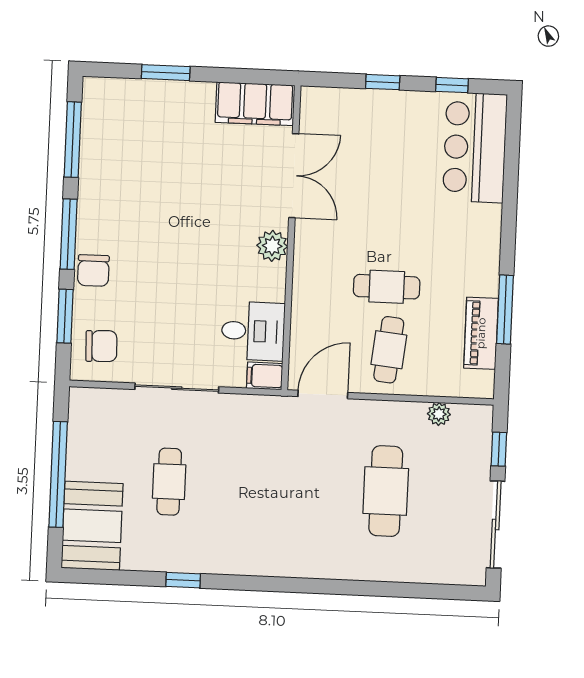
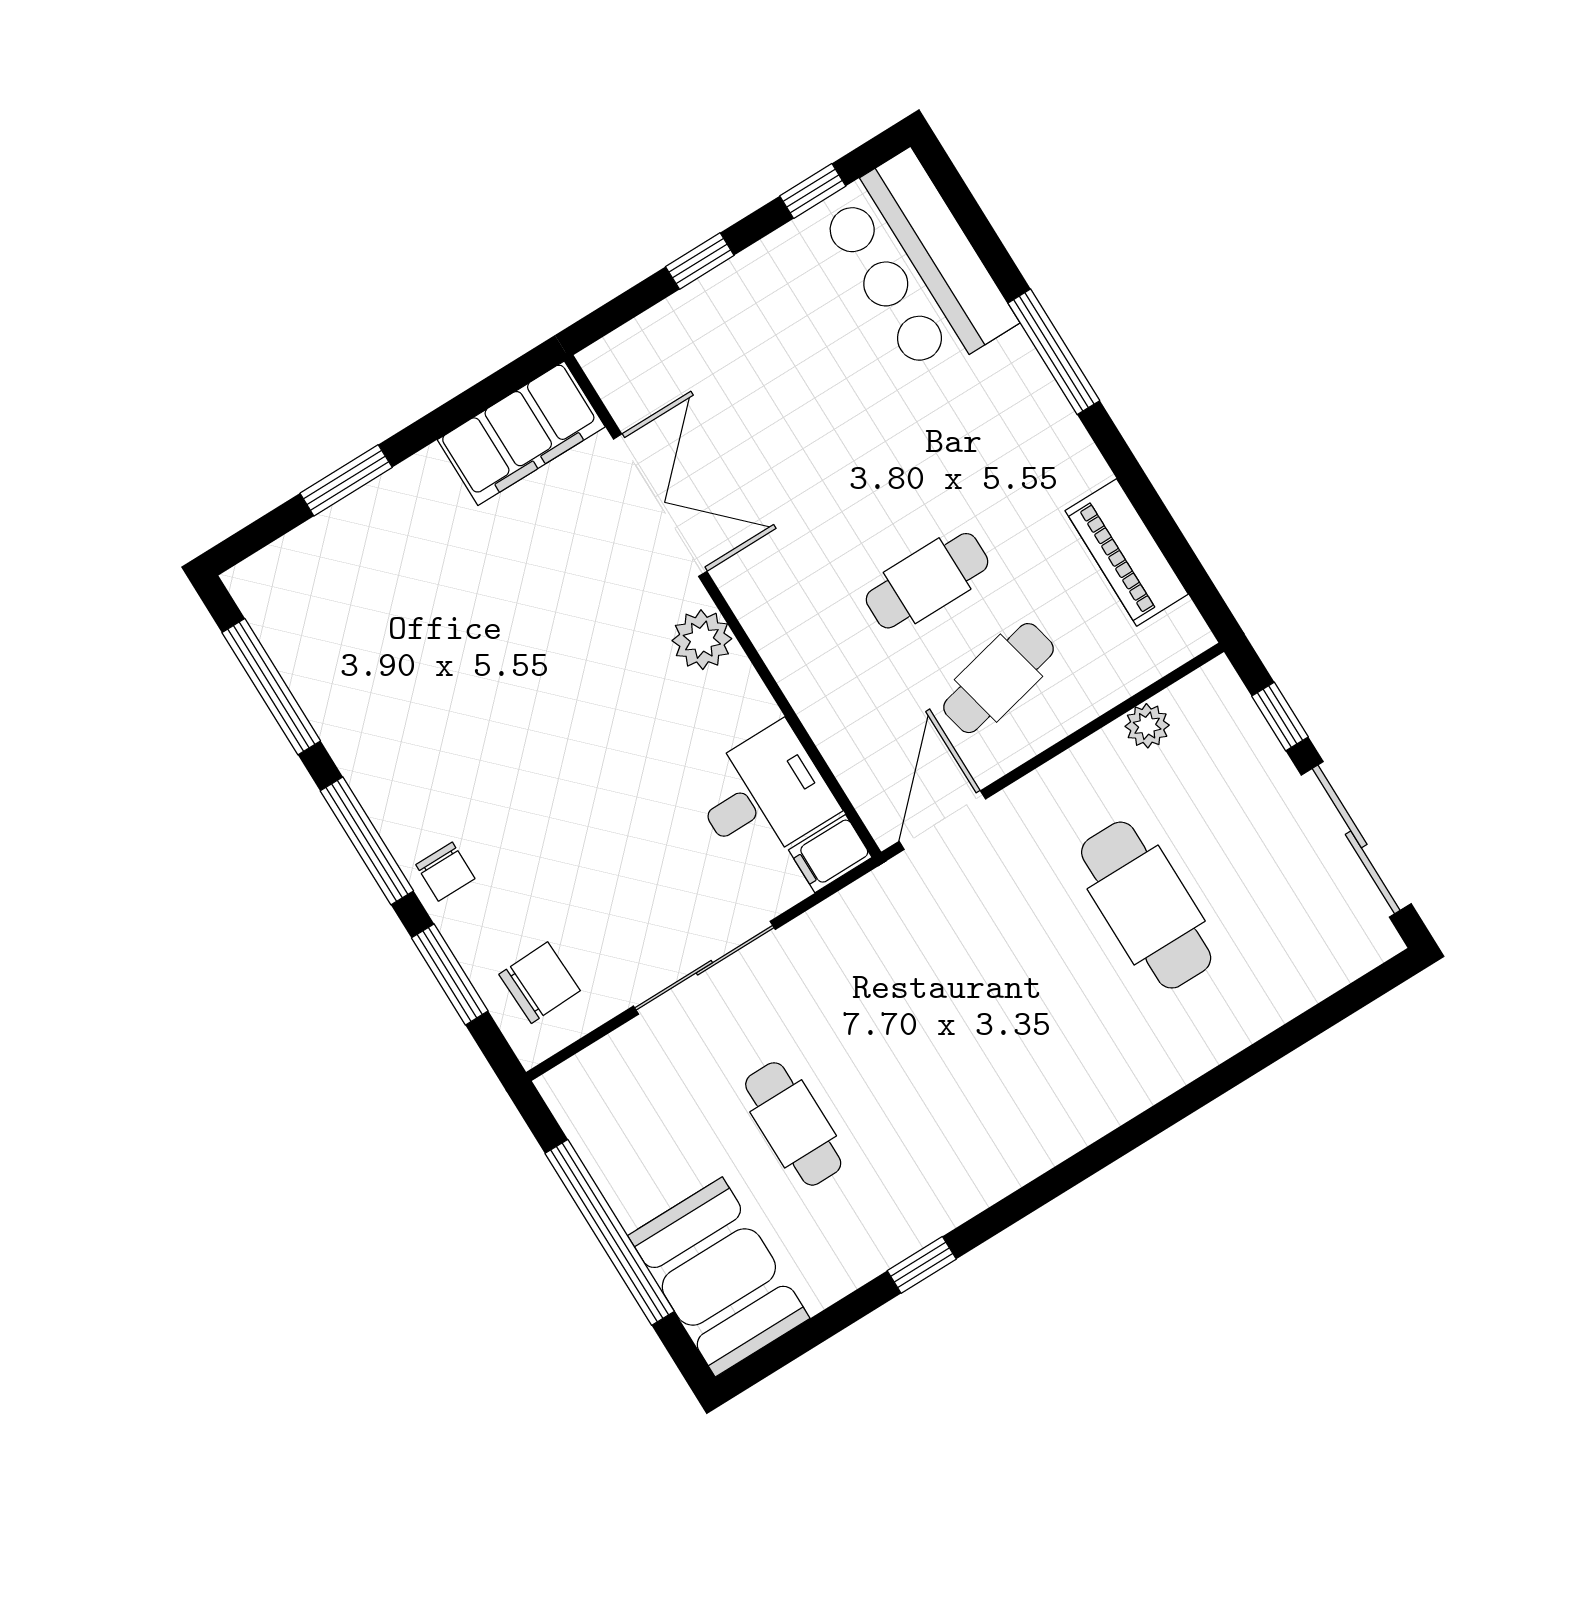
chair: (93, 270) -> (445, 872), width x0.73, depth x0.73
window: (505, 310) -> (1054, 352), moved
cafe table: (389, 350) -> (998, 678), turned 71

